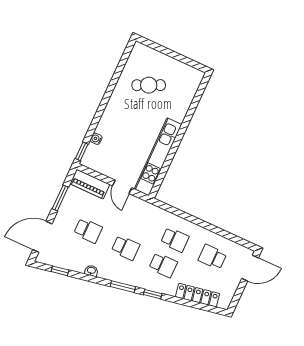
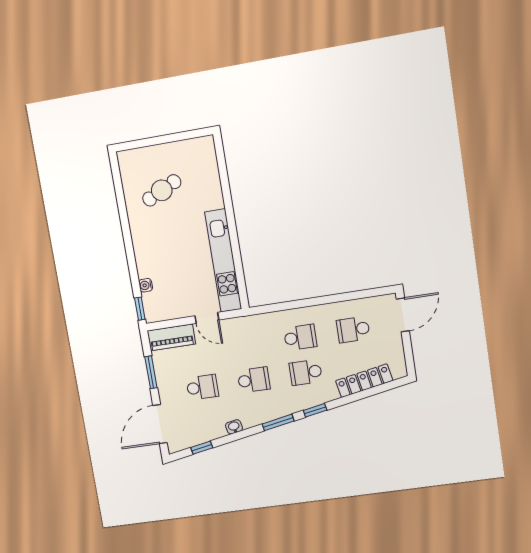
school desk: (163, 265) -> (306, 372), turned 180

